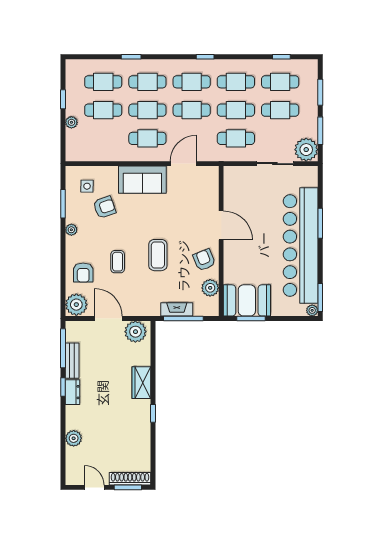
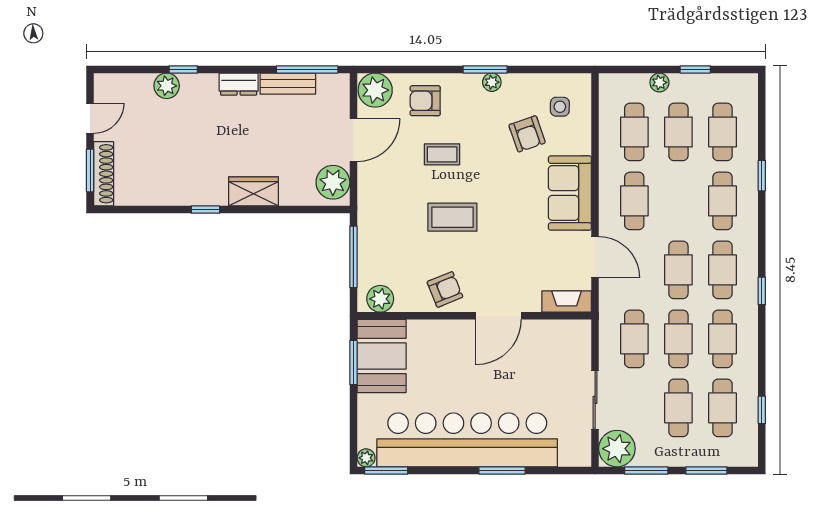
cafe table: (147, 110) -> (634, 132), moved
window: (63, 204) -> (485, 69), moved
plant: (210, 288) -> (380, 299), moved
fireplace: (177, 309) -> (567, 302), moved, turned -90
window: (63, 387) -> (183, 69), moved

